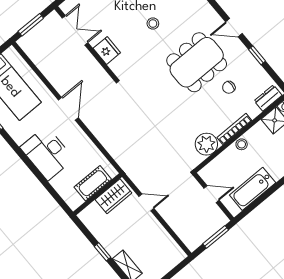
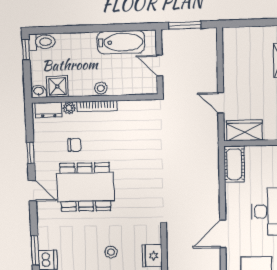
stool: (153, 24) -> (111, 252), moved
plant: (206, 144) -> (69, 108), moved, width x0.53, depth x0.53
cot: (93, 183) -> (234, 164), moved, turned 90

